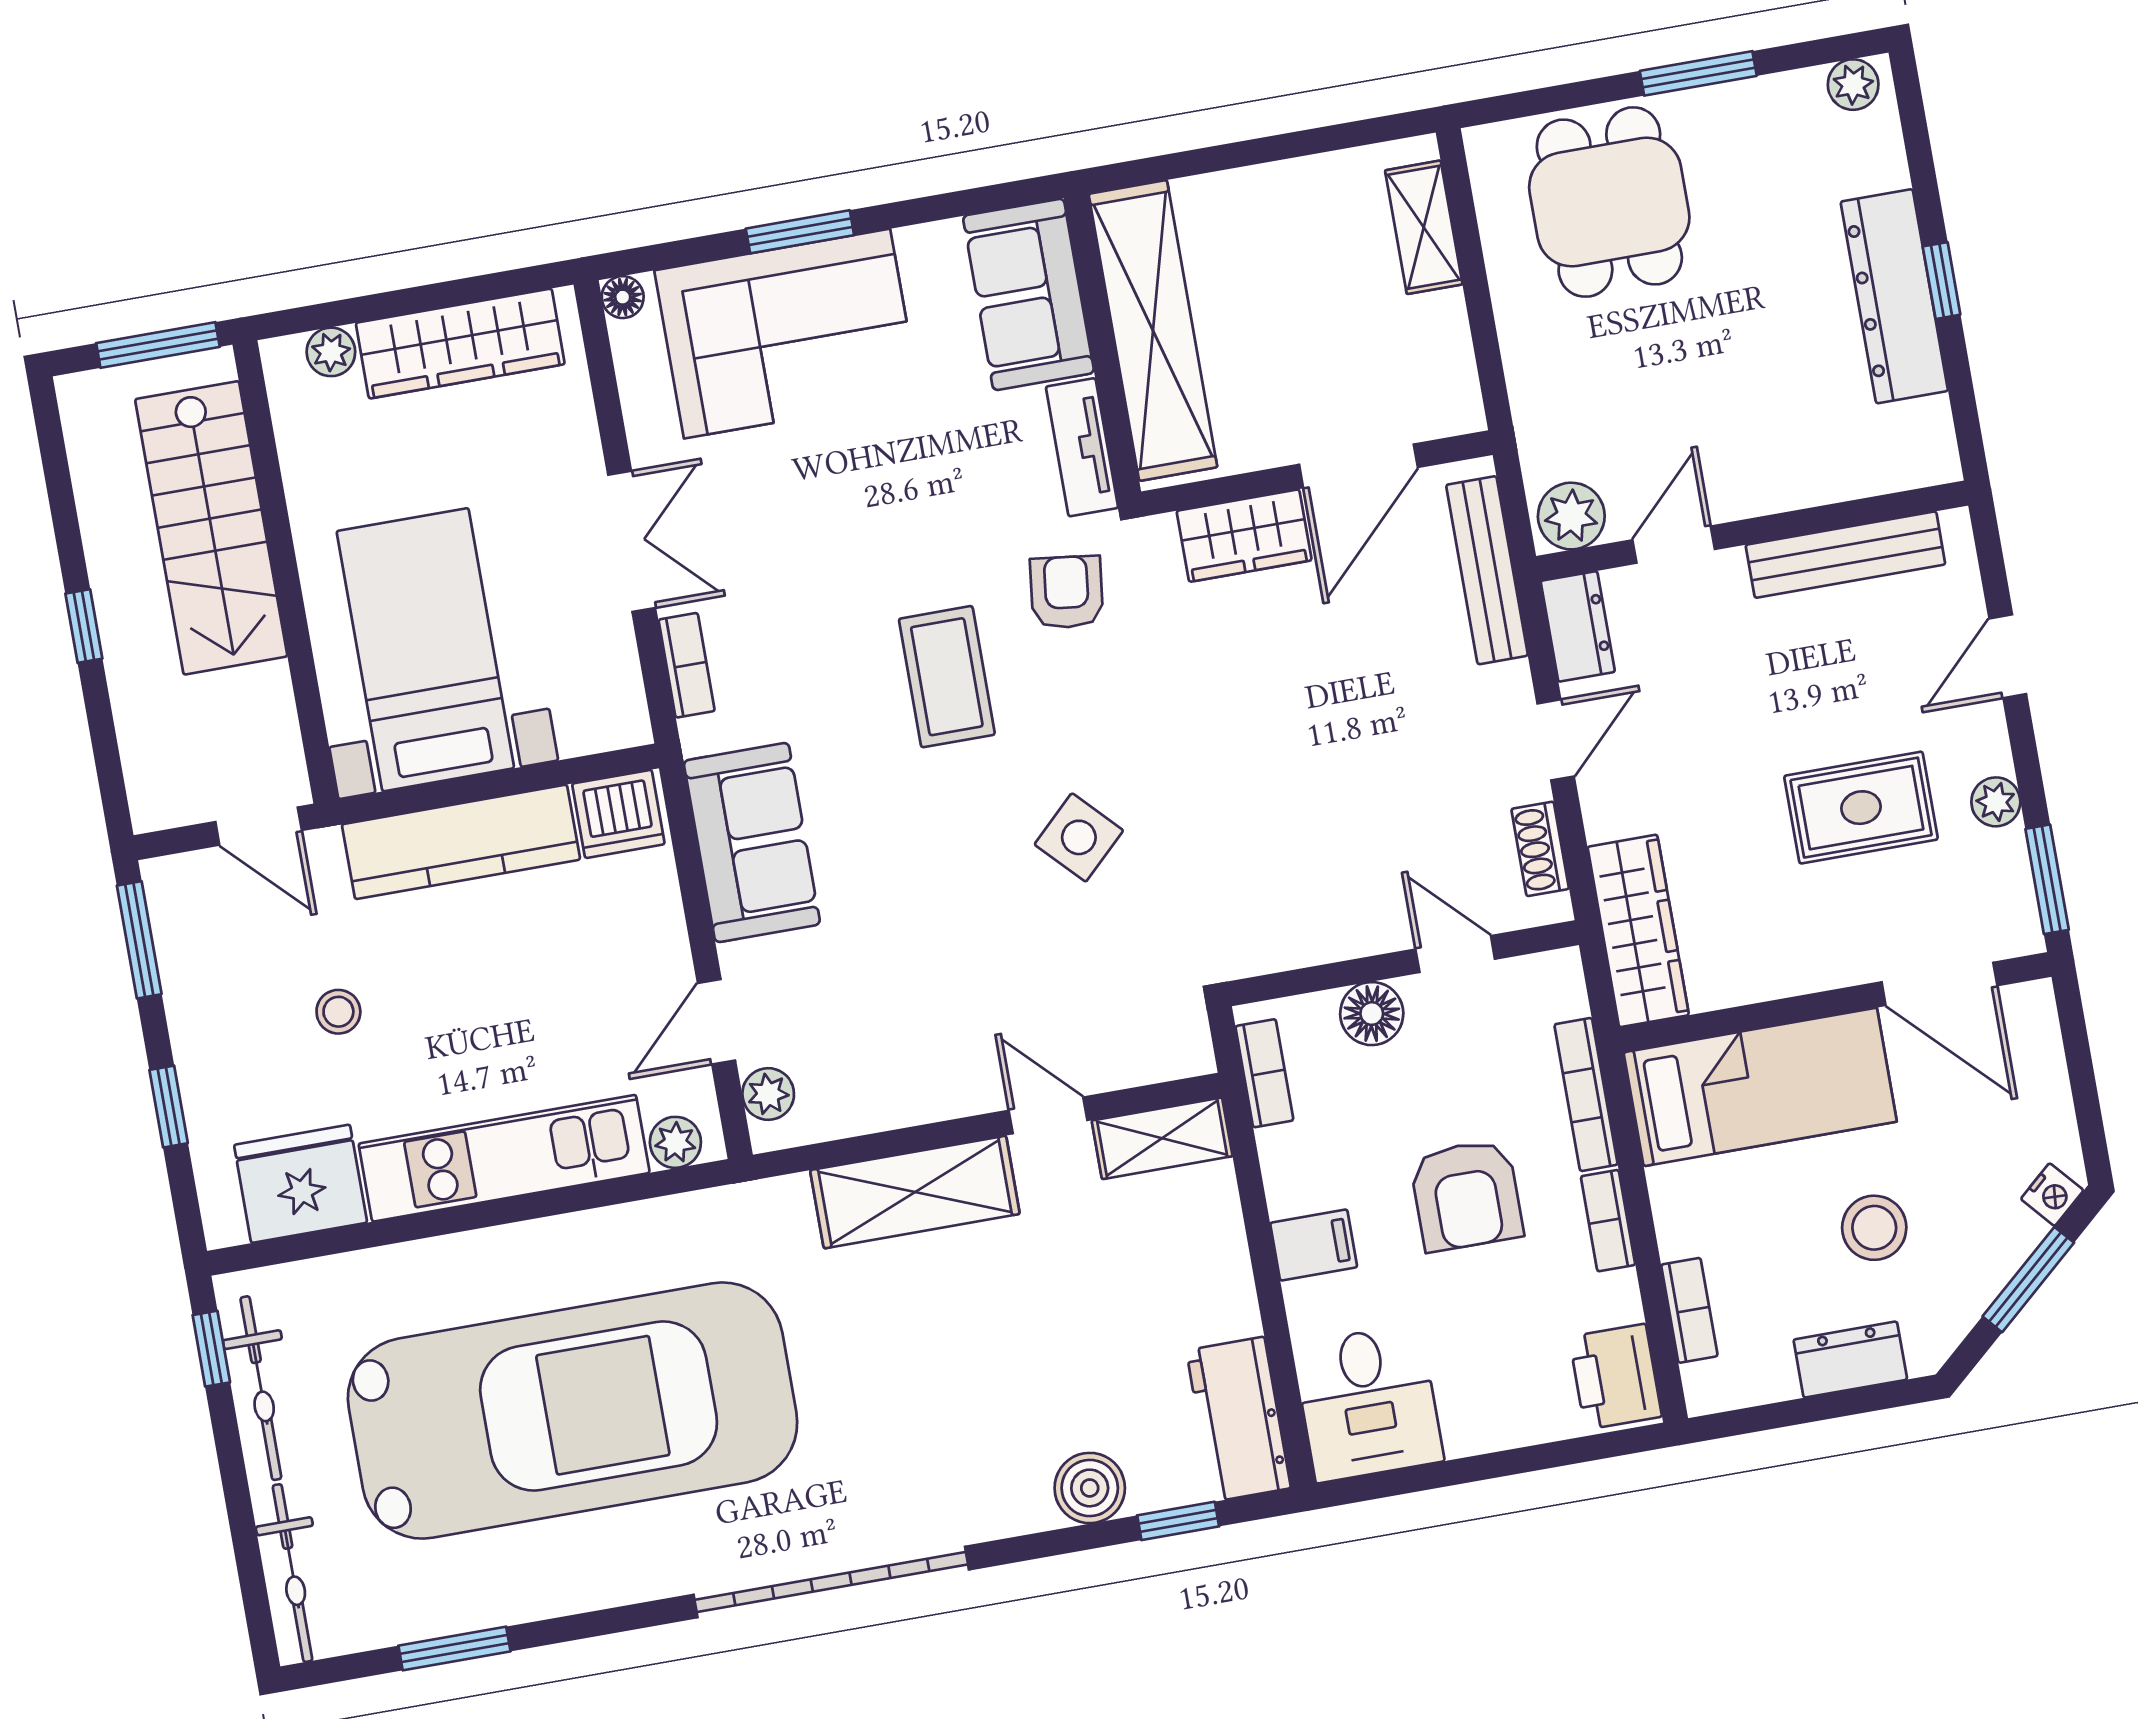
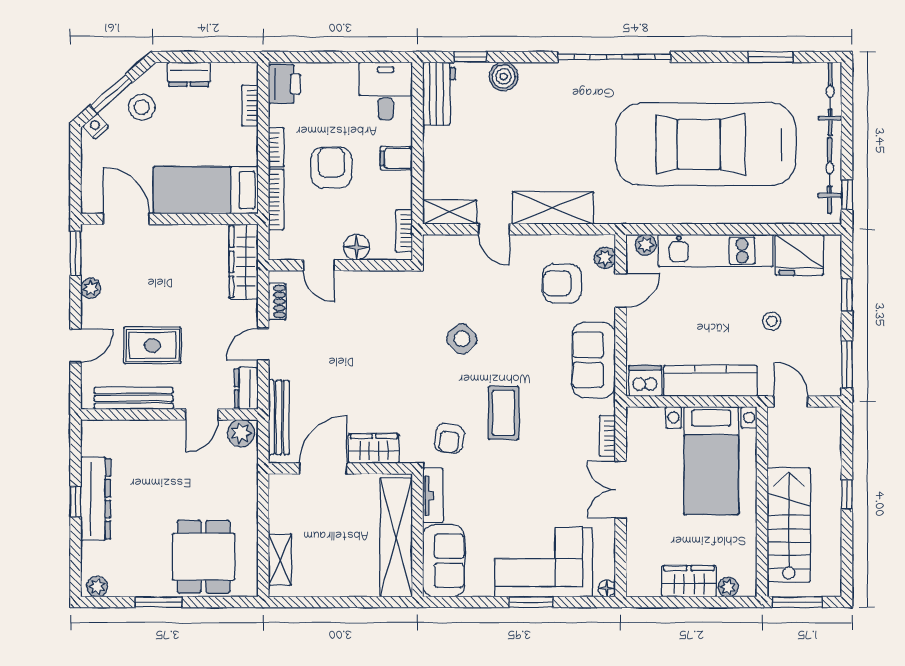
wardrobe: (460, 344) -> (689, 581), width x0.67
rug: (1861, 808) -> (152, 345), moved
armchair: (861, 1014) -> (562, 283), added
stool: (1874, 1228) -> (142, 107), moved

